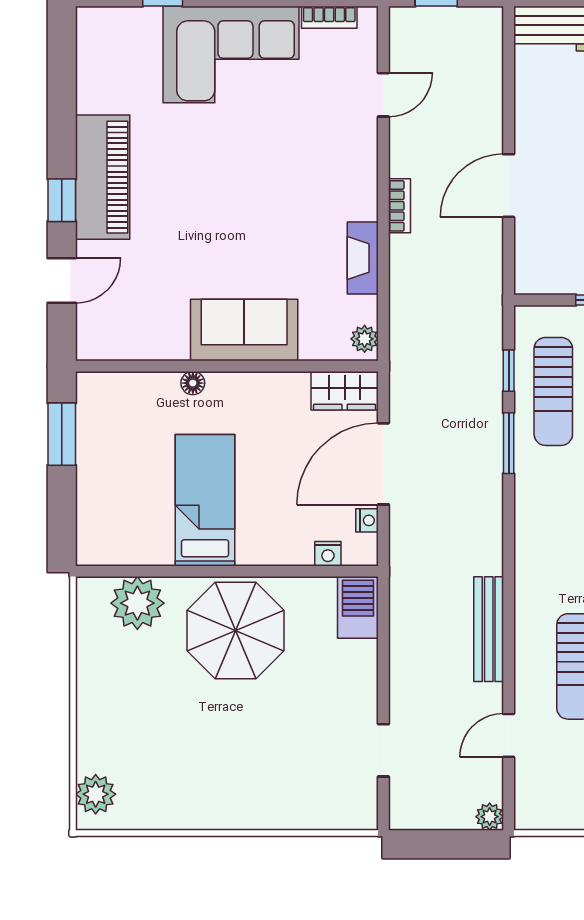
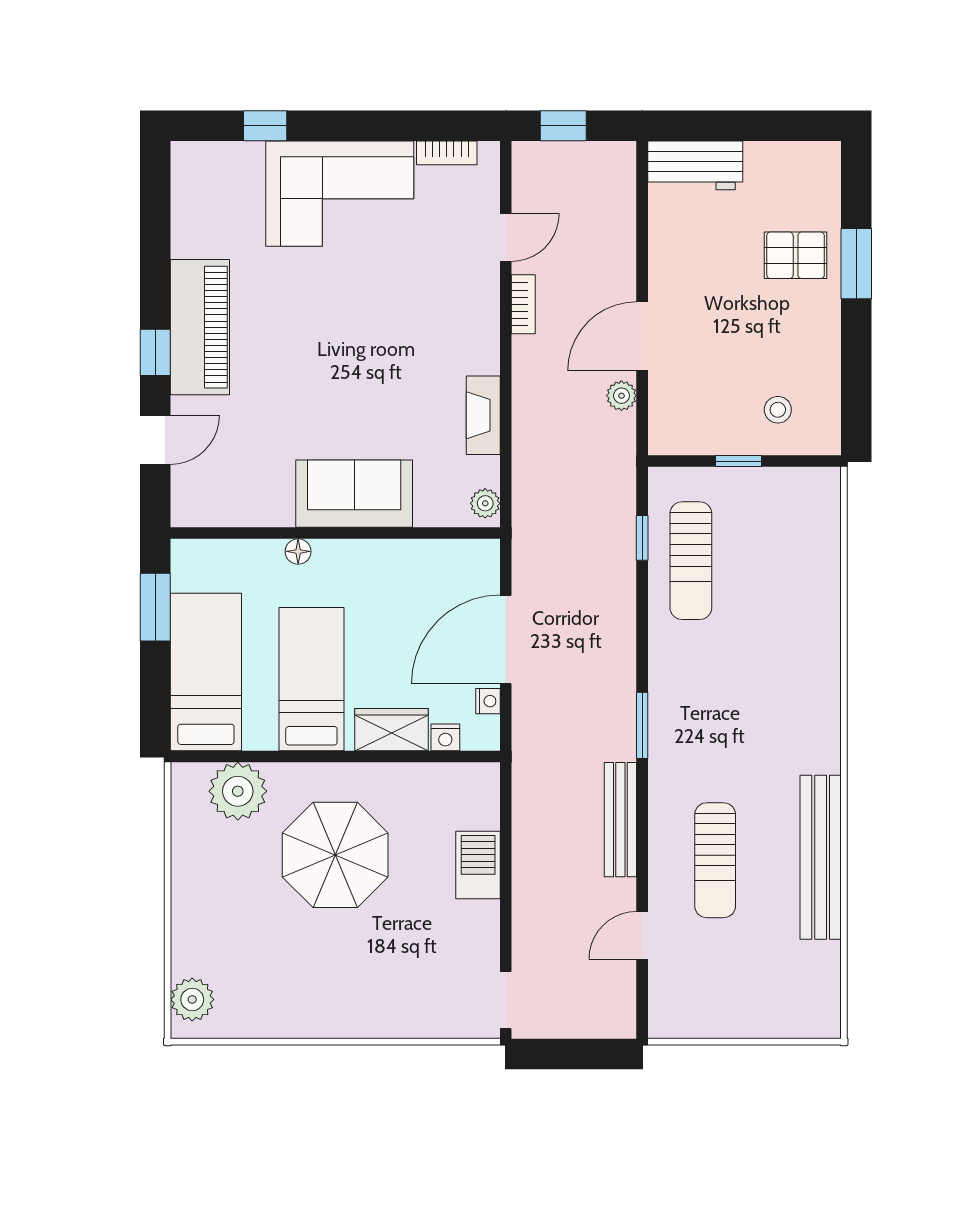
bookcase: (399, 206) -> (523, 304), moved
wardrobe: (345, 391) -> (391, 730), moved, turned 180
window: (509, 443) -> (642, 725), moved
bed: (108, 494) -> (206, 672), added
barbecue: (358, 607) -> (478, 865), moved
parasol: (236, 630) -> (335, 855), moved
doorway: (383, 750) -> (506, 1000), moved
plant: (490, 817) -> (621, 396), moved

